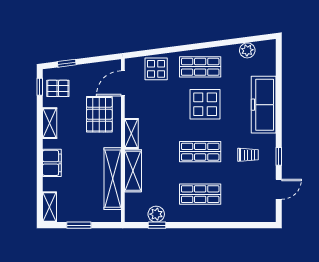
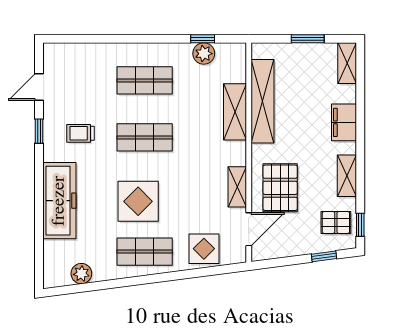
shelving: (131, 134) -> (237, 187), moved

